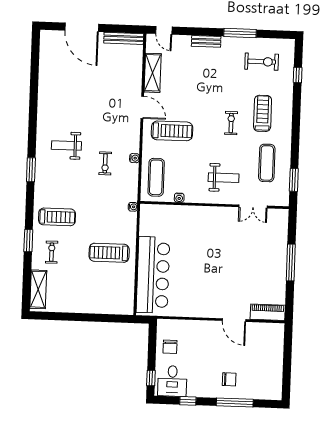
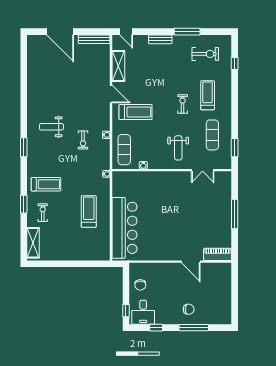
weight bench: (224, 178) -> (178, 148), turned 90
treadmill: (109, 253) -> (89, 211), turned 90

